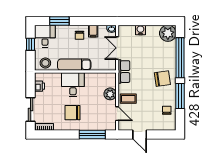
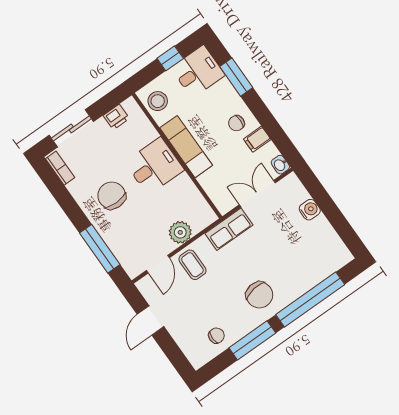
plant: (168, 33) -> (334, 255), removed

